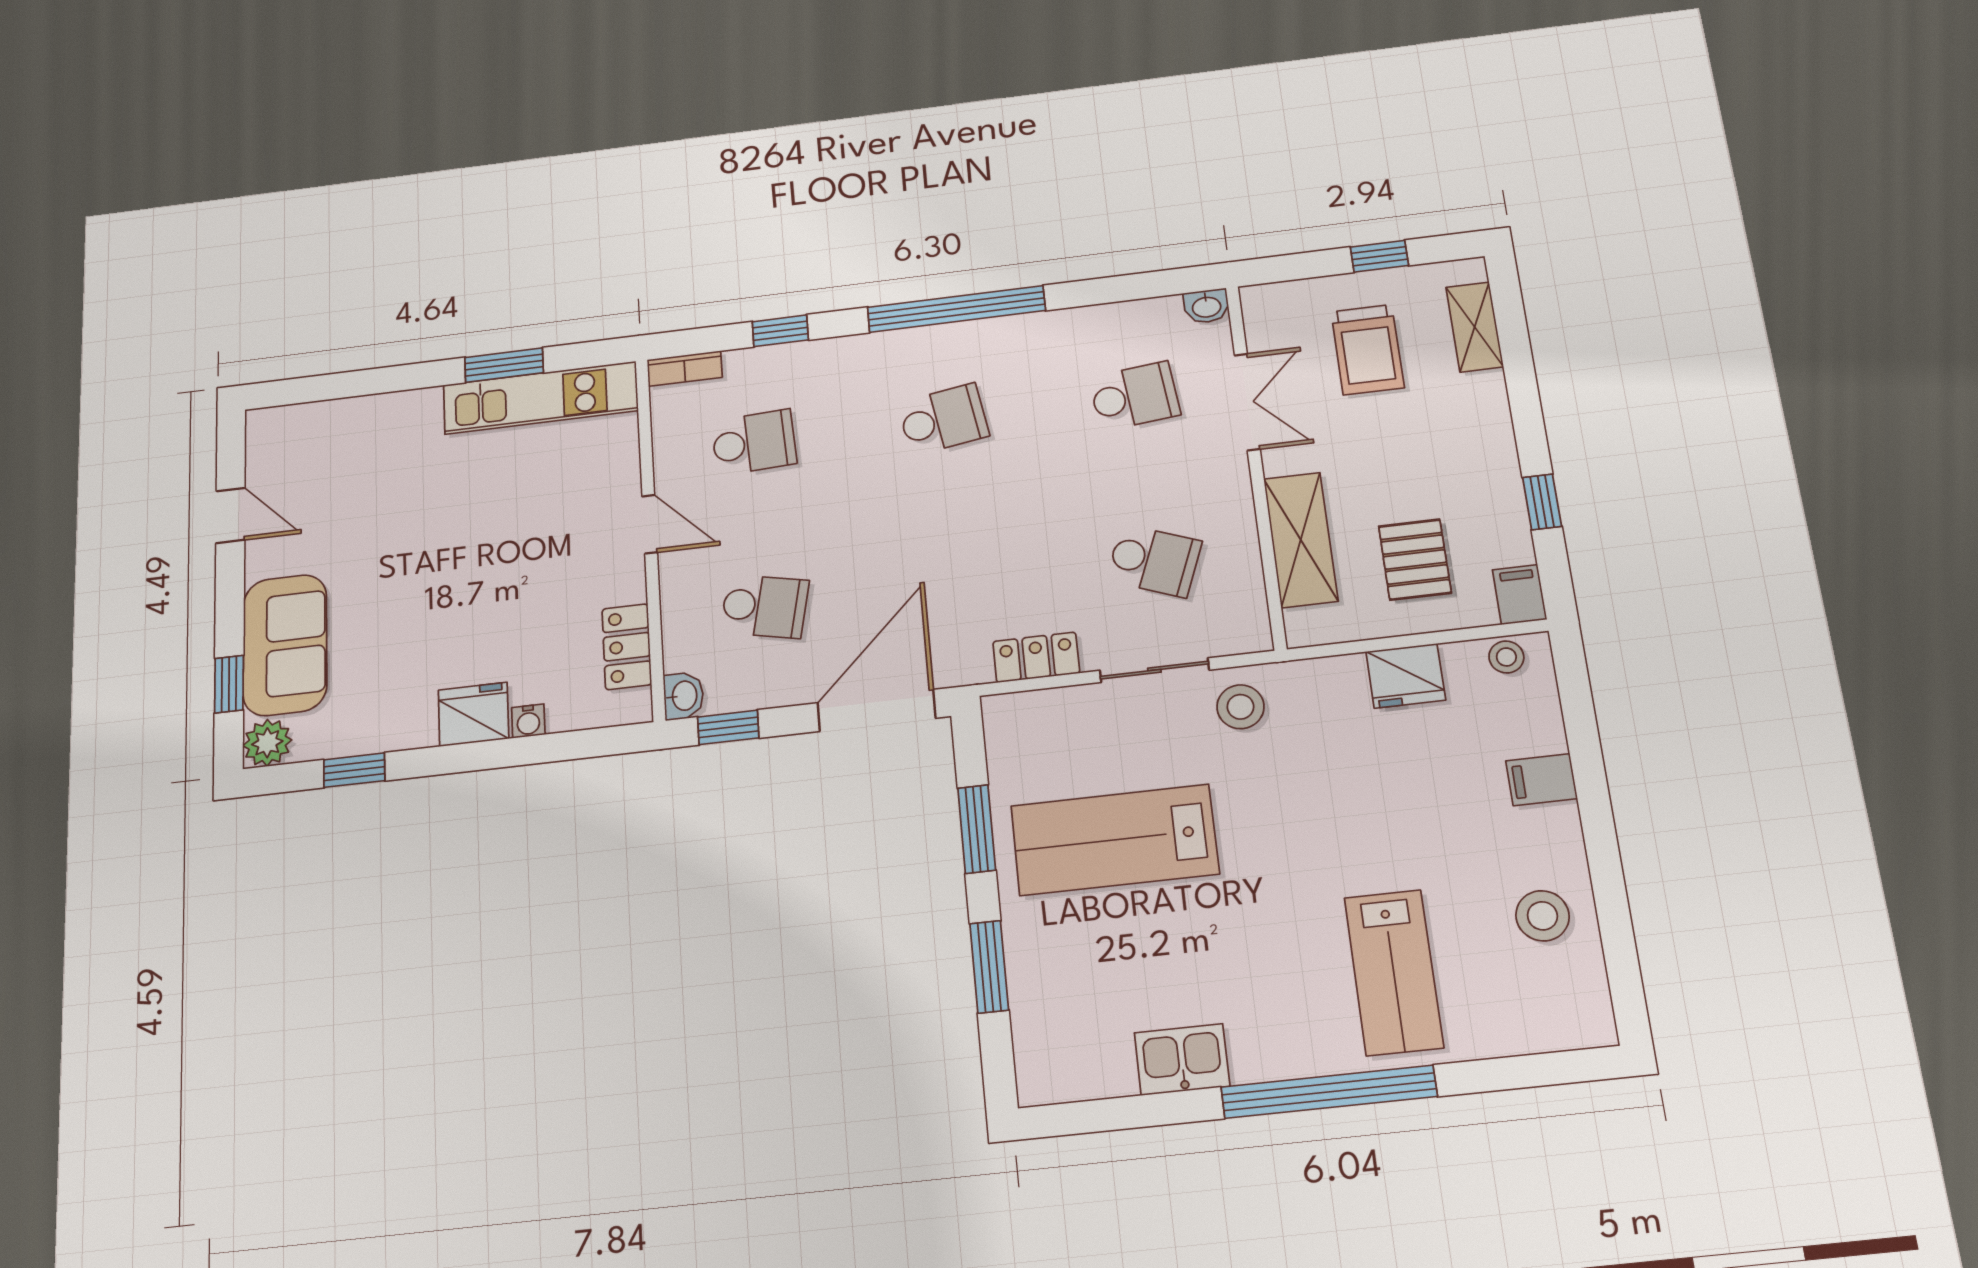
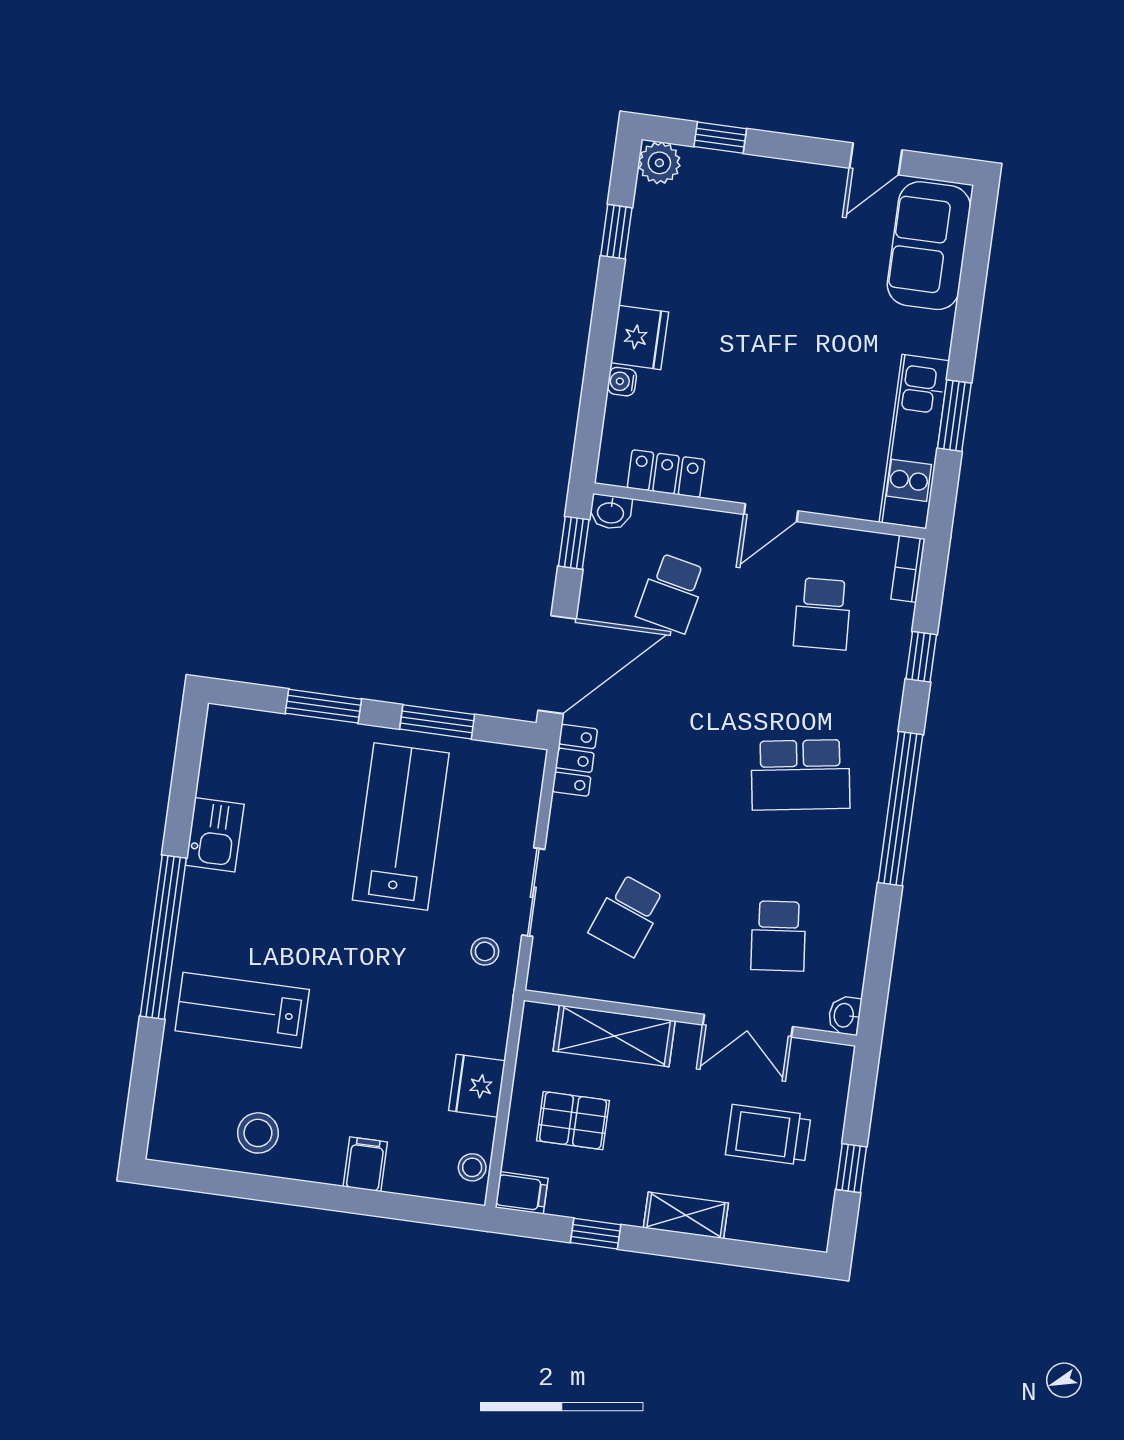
shelving: (1475, 327) -> (686, 1215), moved
school desk: (943, 419) -> (800, 775), width x1.85
sofa: (285, 645) -> (929, 246), moved, turned 90
locker: (1036, 657) -> (575, 760), moved
stool: (1240, 707) -> (485, 951), width x0.73, depth x0.73
door: (876, 710) -> (557, 665), hinge flipped

